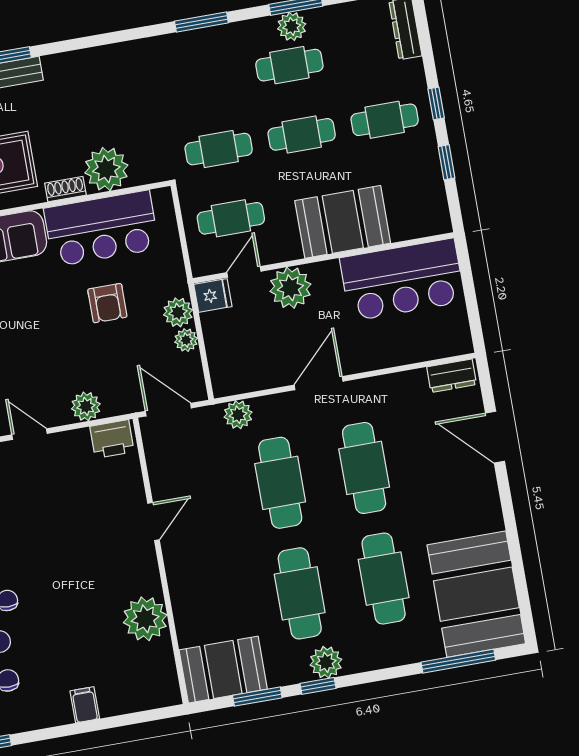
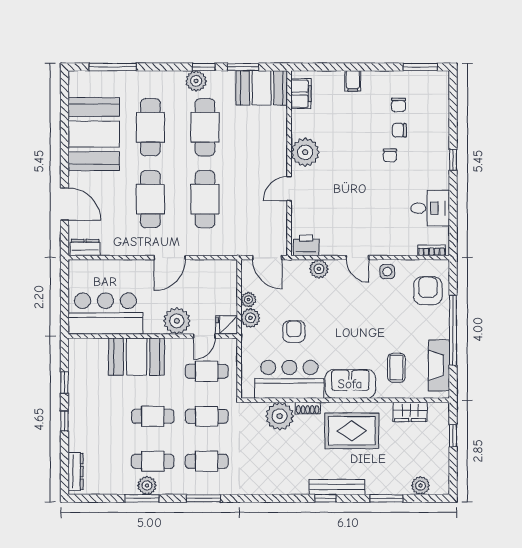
cafe table: (385, 120) -> (207, 461), moved
plant: (238, 415) -> (224, 247), removed
booth: (476, 594) -> (94, 134), moved
plant: (145, 619) -> (305, 152), moved
filing cabinet: (161, 671) -> (301, 94), added

